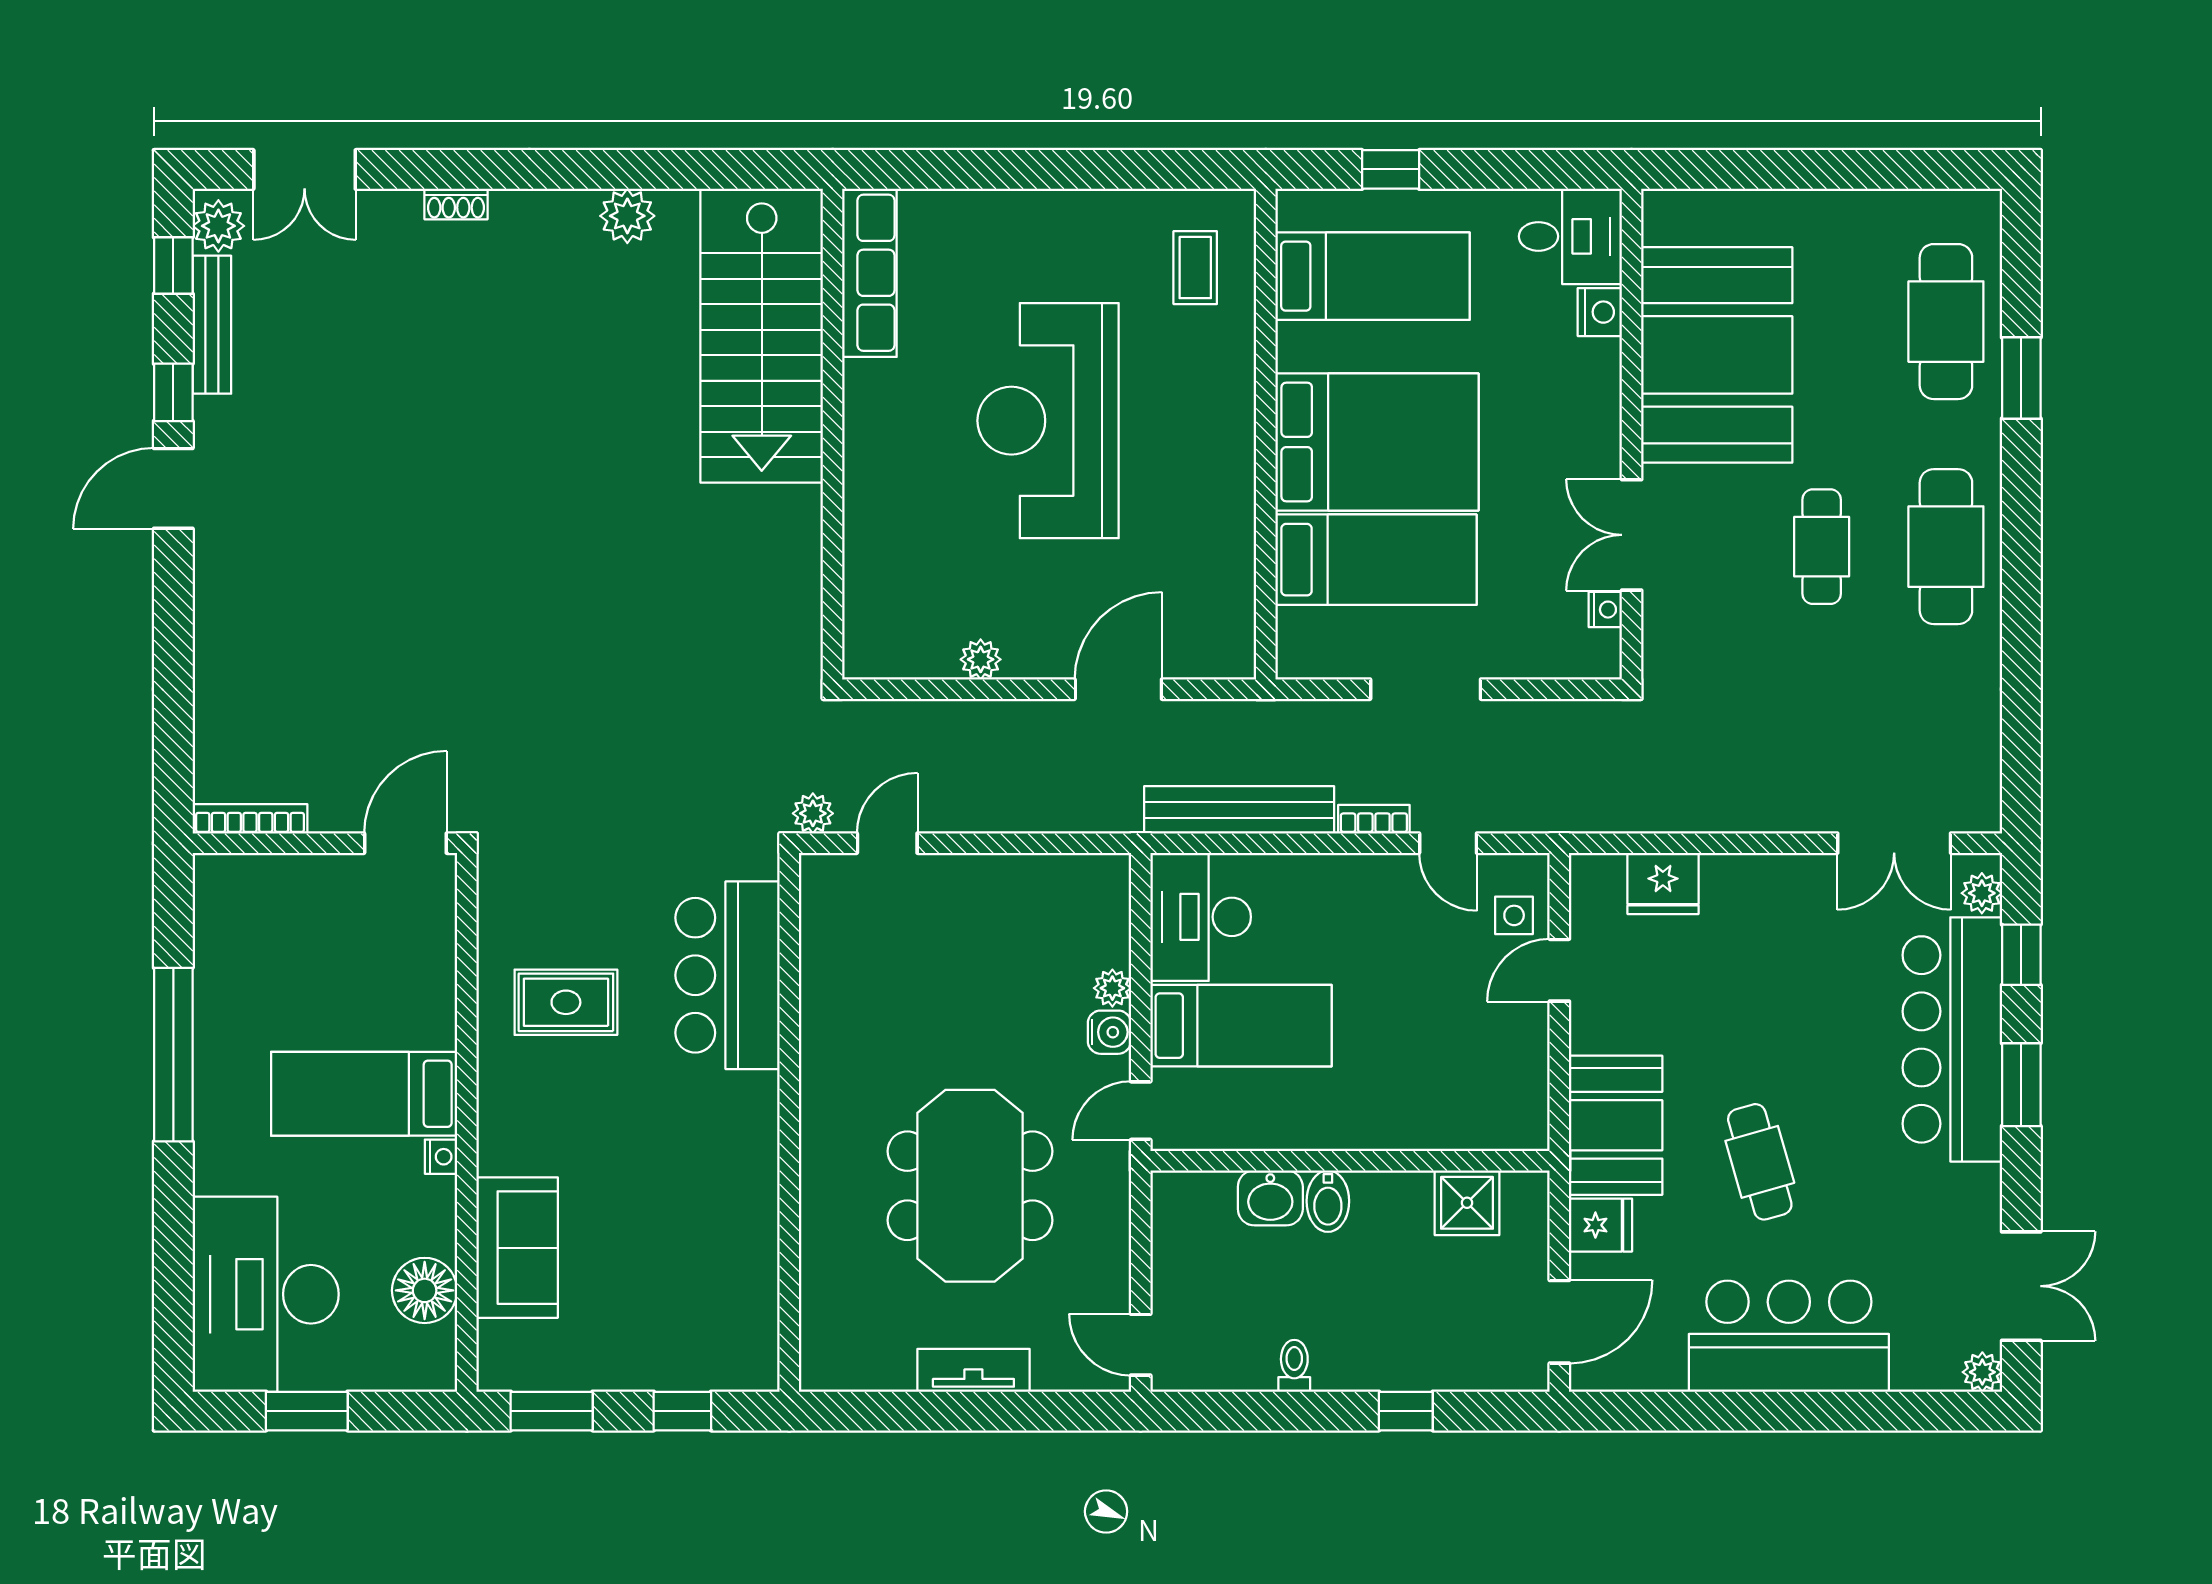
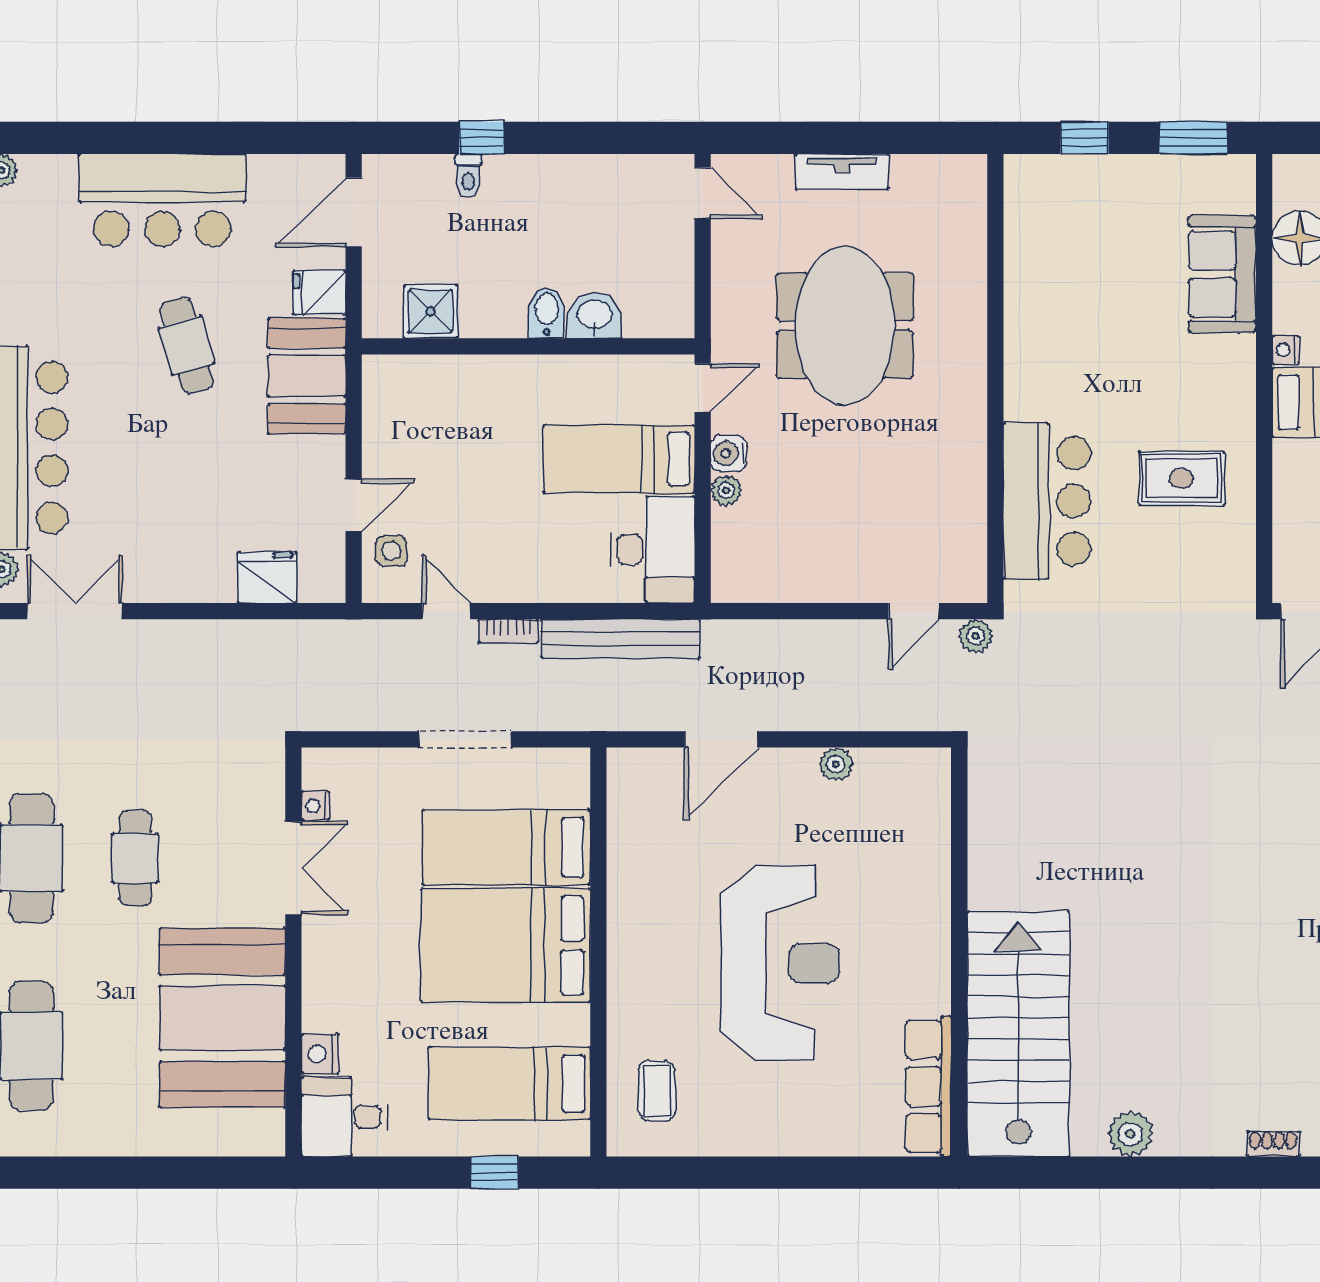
toilet: (1294, 1366) -> (468, 176), moved

